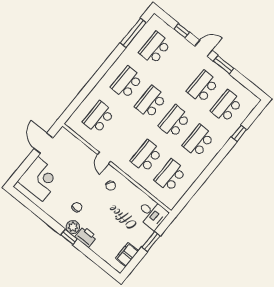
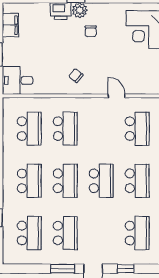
door: (104, 158) -> (117, 96), moved

